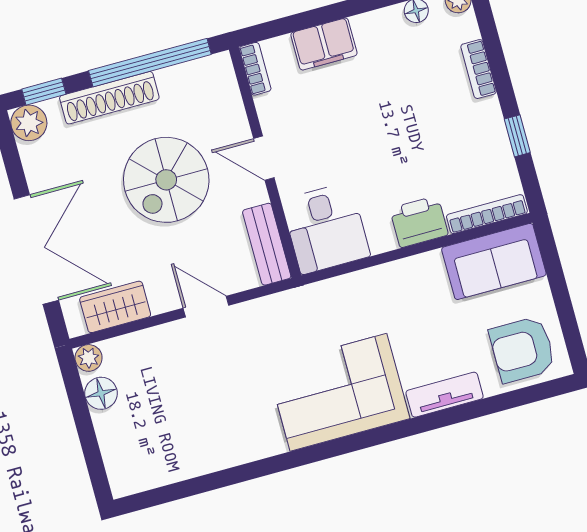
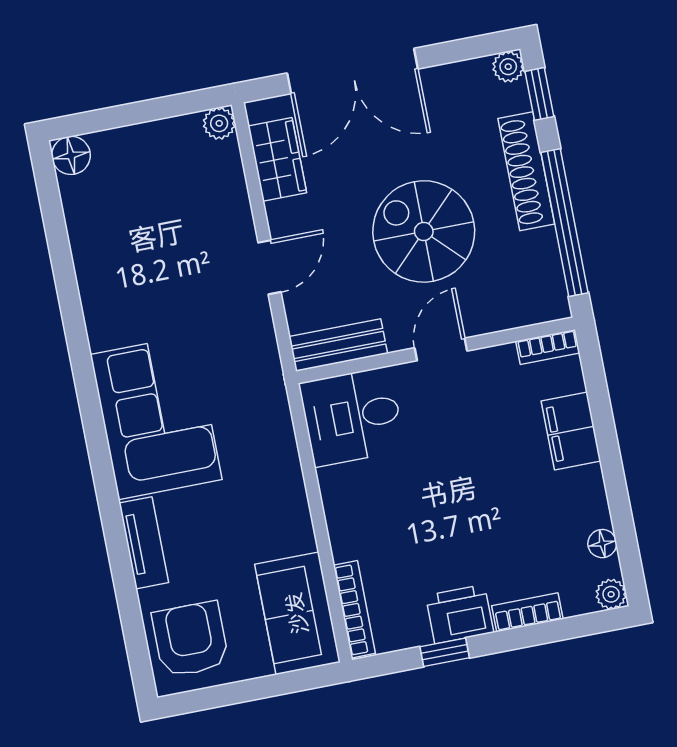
plant: (29, 123) -> (508, 67), width x0.73, depth x0.73
printer: (419, 222) -> (460, 614), moved, turned -90
floor lamp: (101, 393) -> (71, 155), moved

